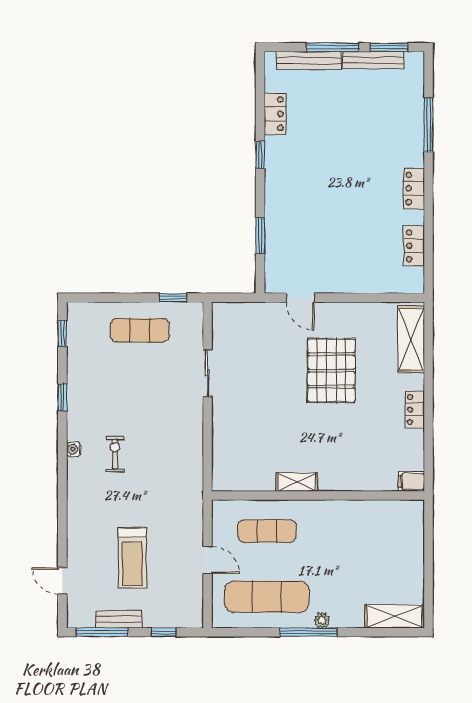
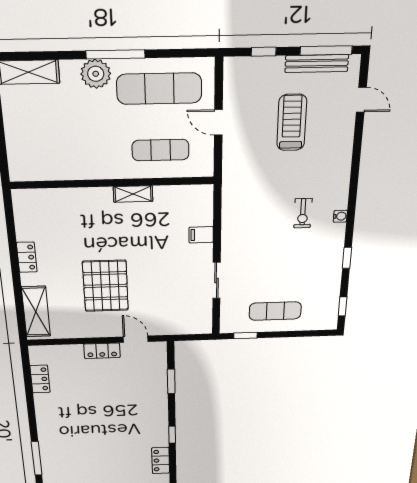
locker: (414, 189) -> (102, 351), moved, turned 90
filing cabinet: (411, 481) -> (201, 235), moved, turned 180
bench: (119, 619) -> (317, 63), width x1.36
plant: (322, 620) -> (96, 74), width x1.87, depth x1.87

